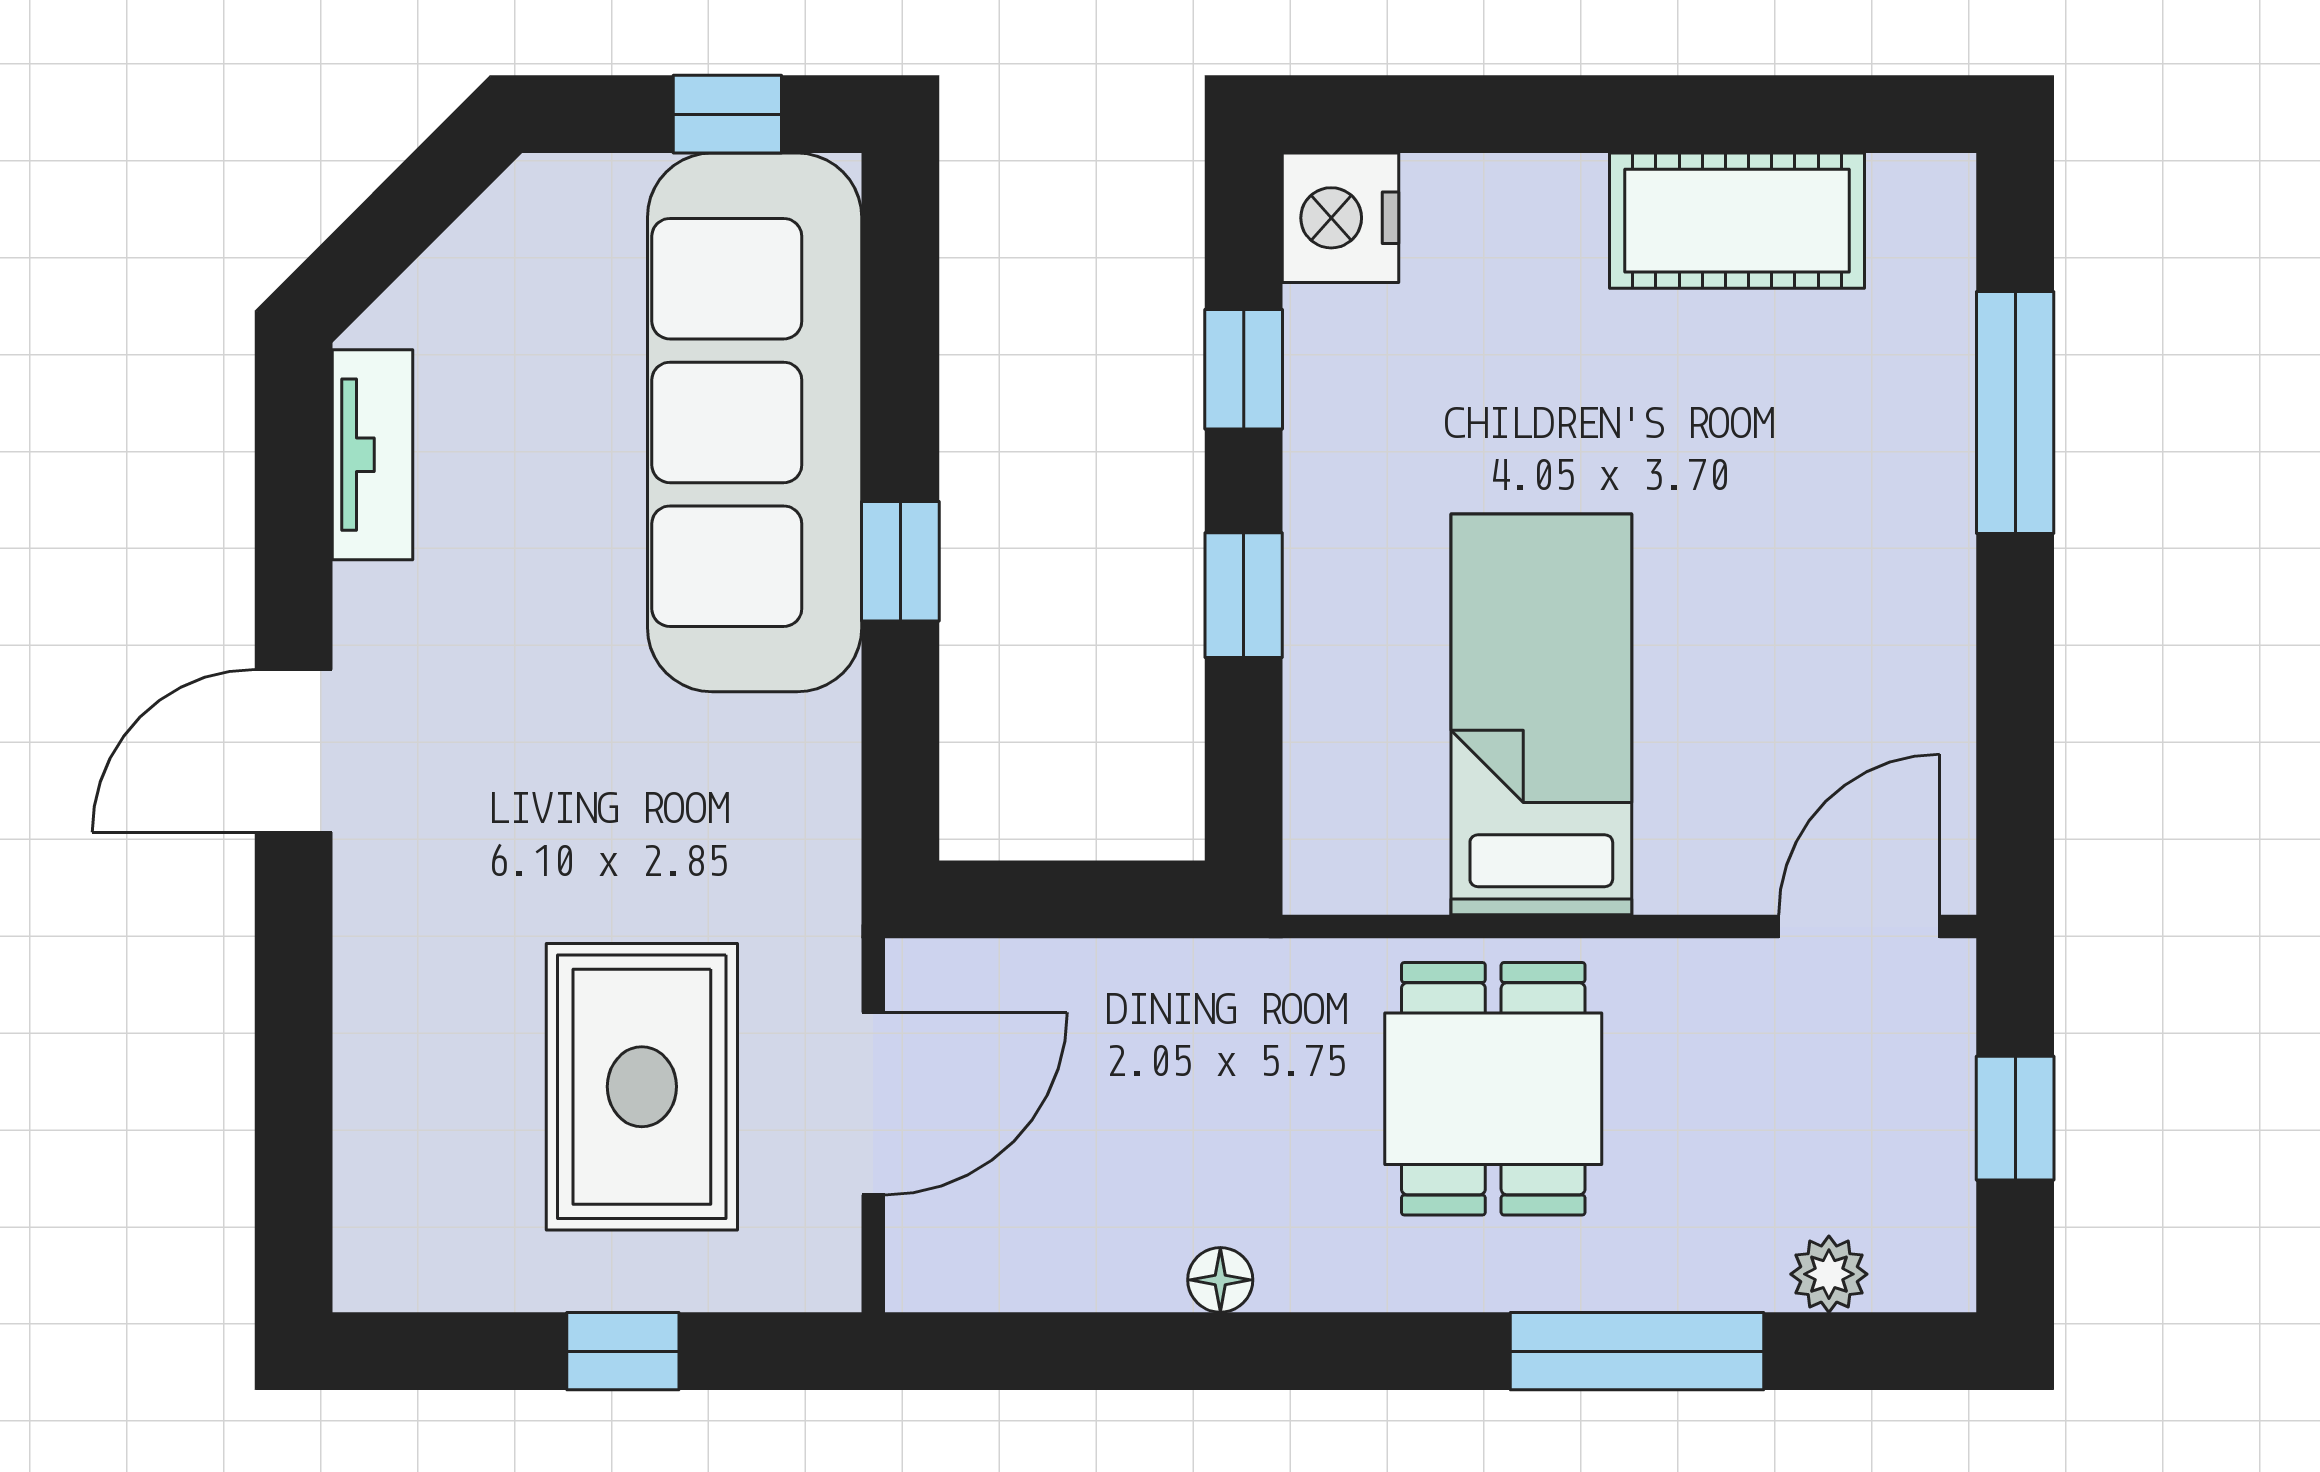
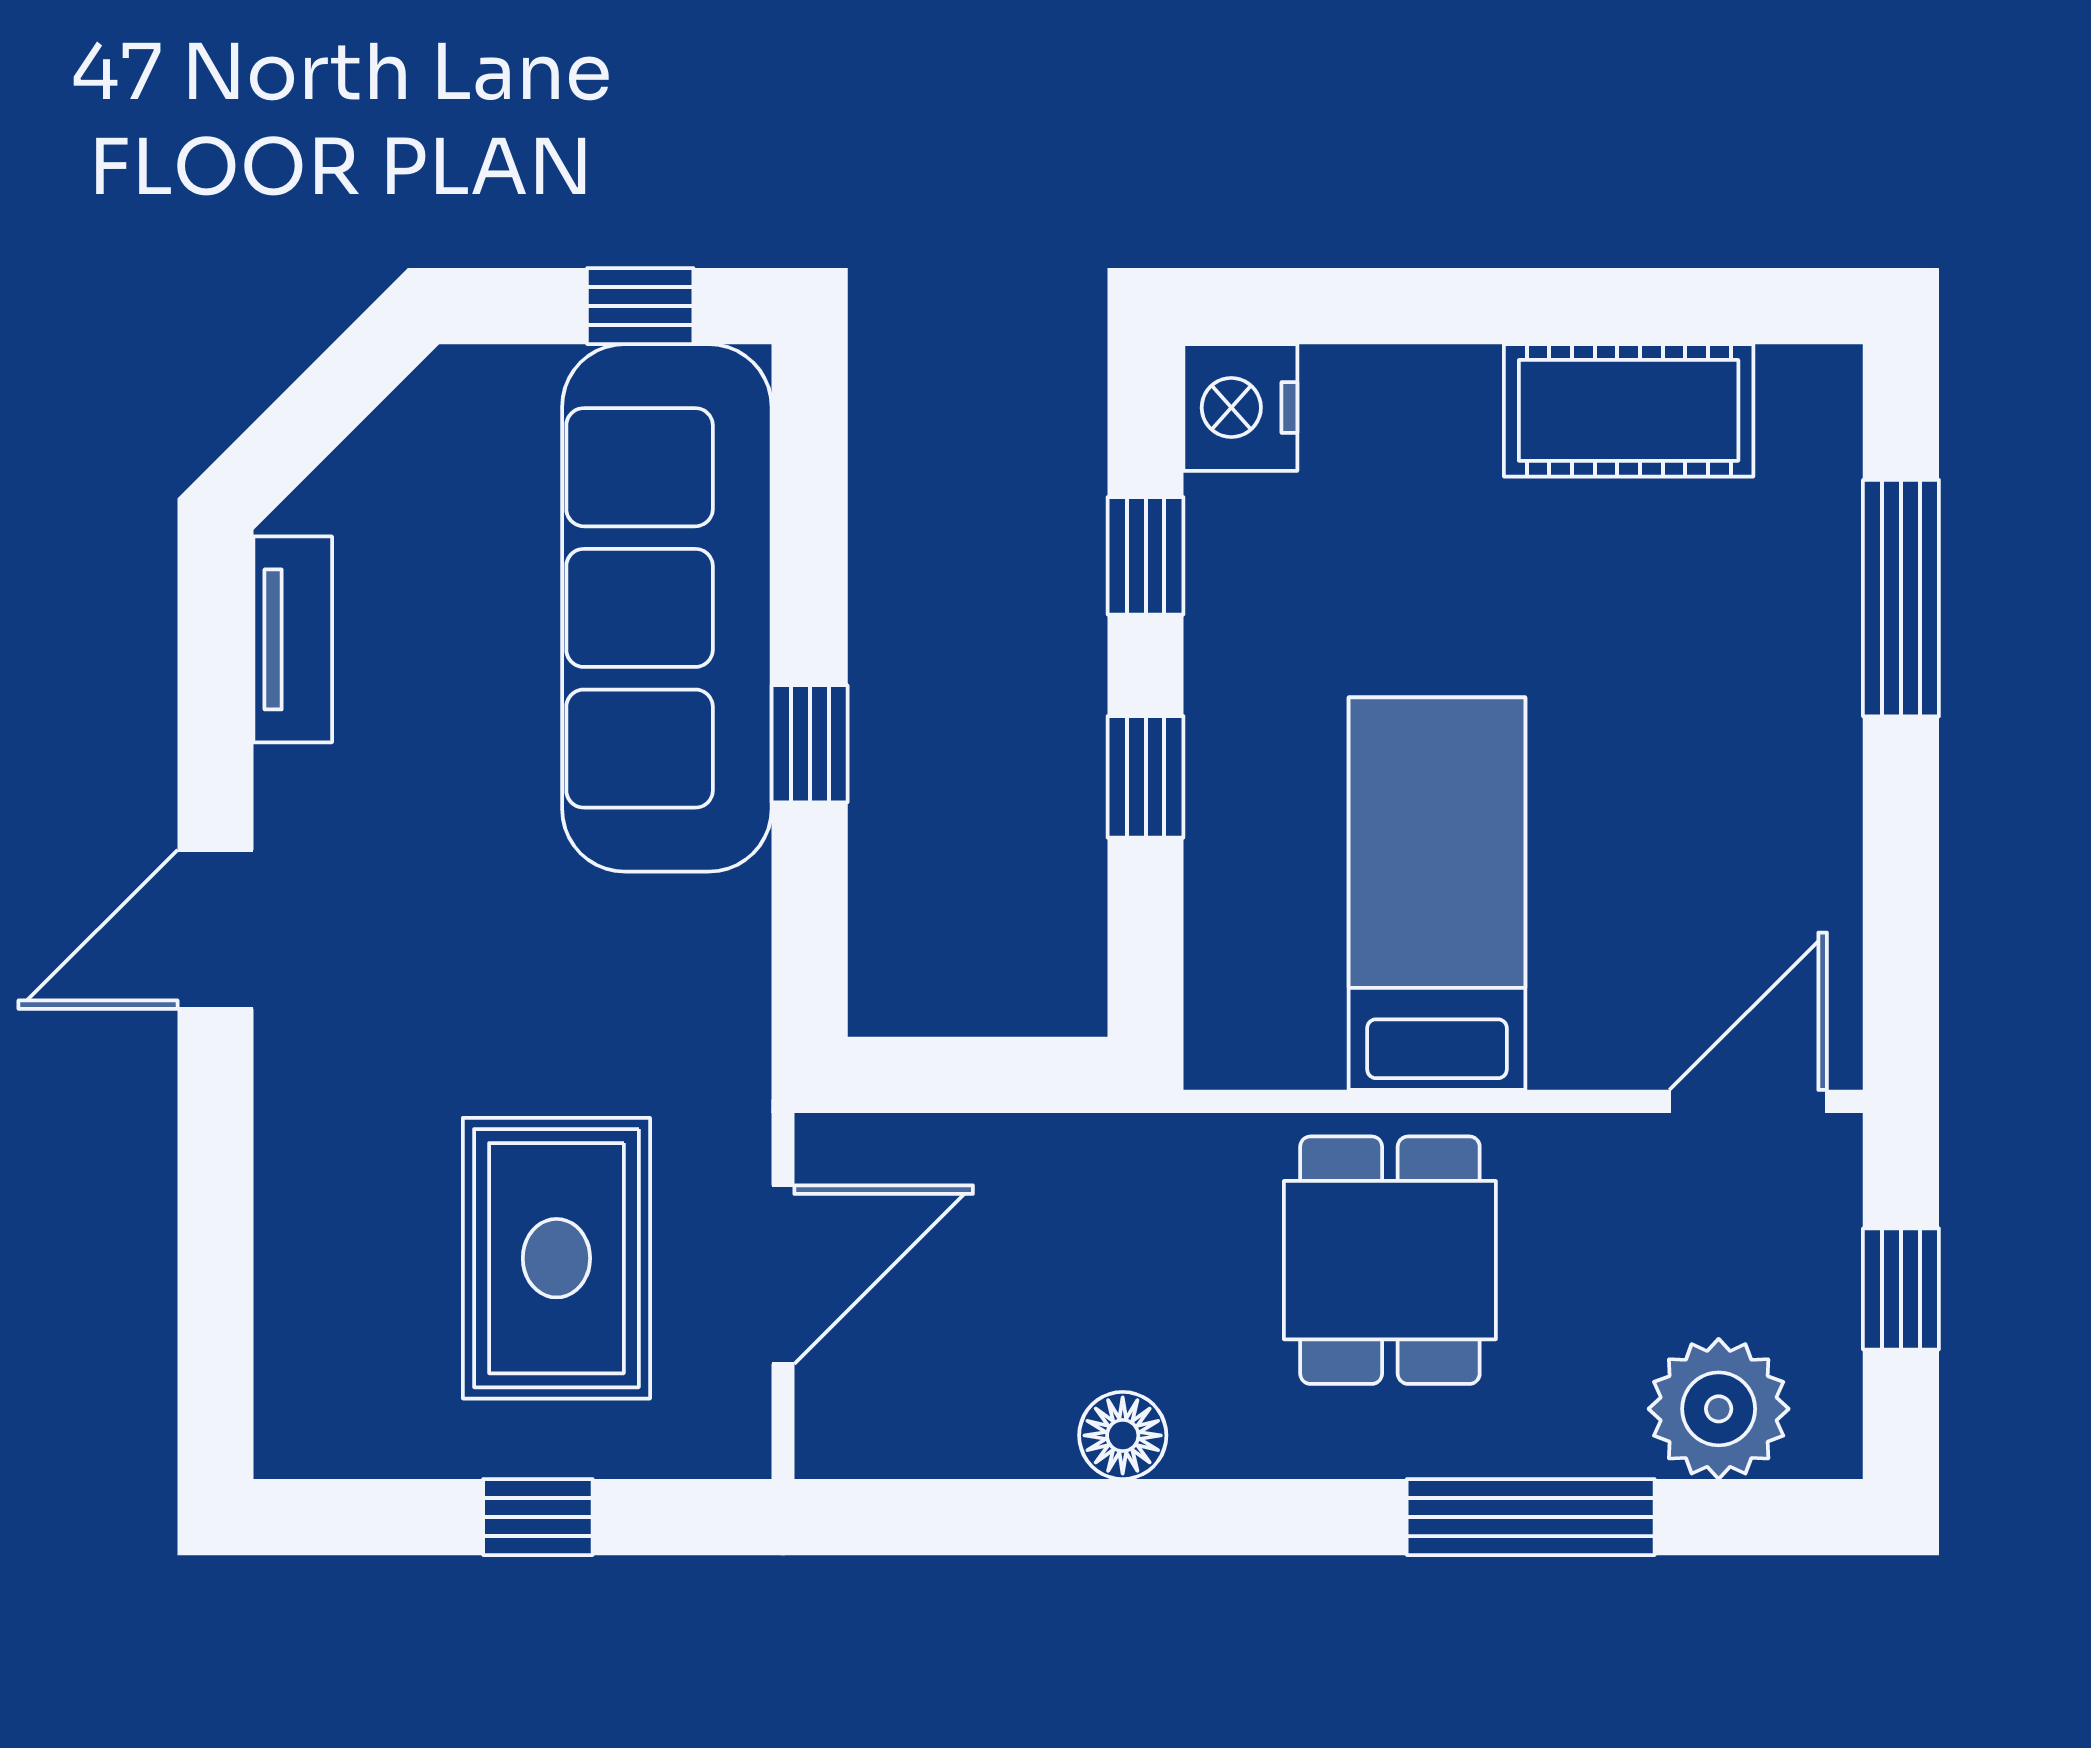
plant: (1829, 1274) -> (1719, 1409), width x1.88, depth x1.88
floor lamp: (1220, 1280) -> (1123, 1435), width x1.37, depth x1.37

